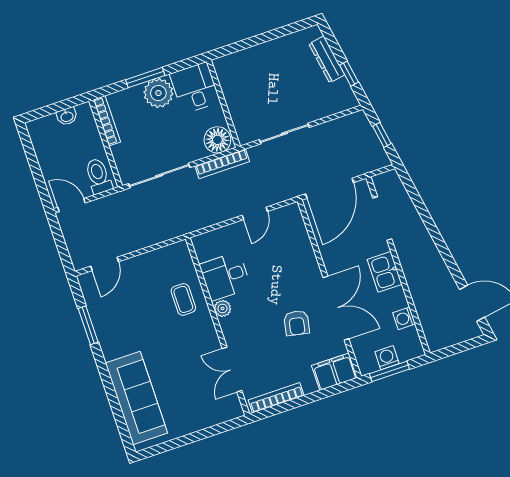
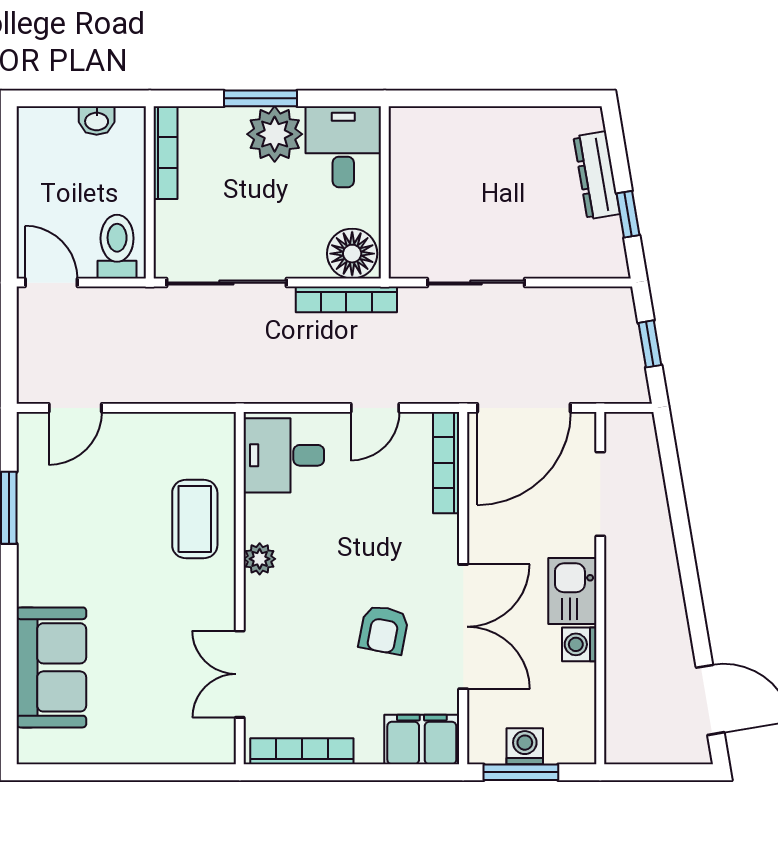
bookcase: (300, 229) -> (446, 463), added
desk: (225, 276) -> (284, 455), moved
coffee table: (183, 299) -> (195, 519), width x1.36, depth x1.30
washing machine: (404, 318) -> (579, 644), moved
sofa: (136, 398) -> (51, 667), width x0.73

